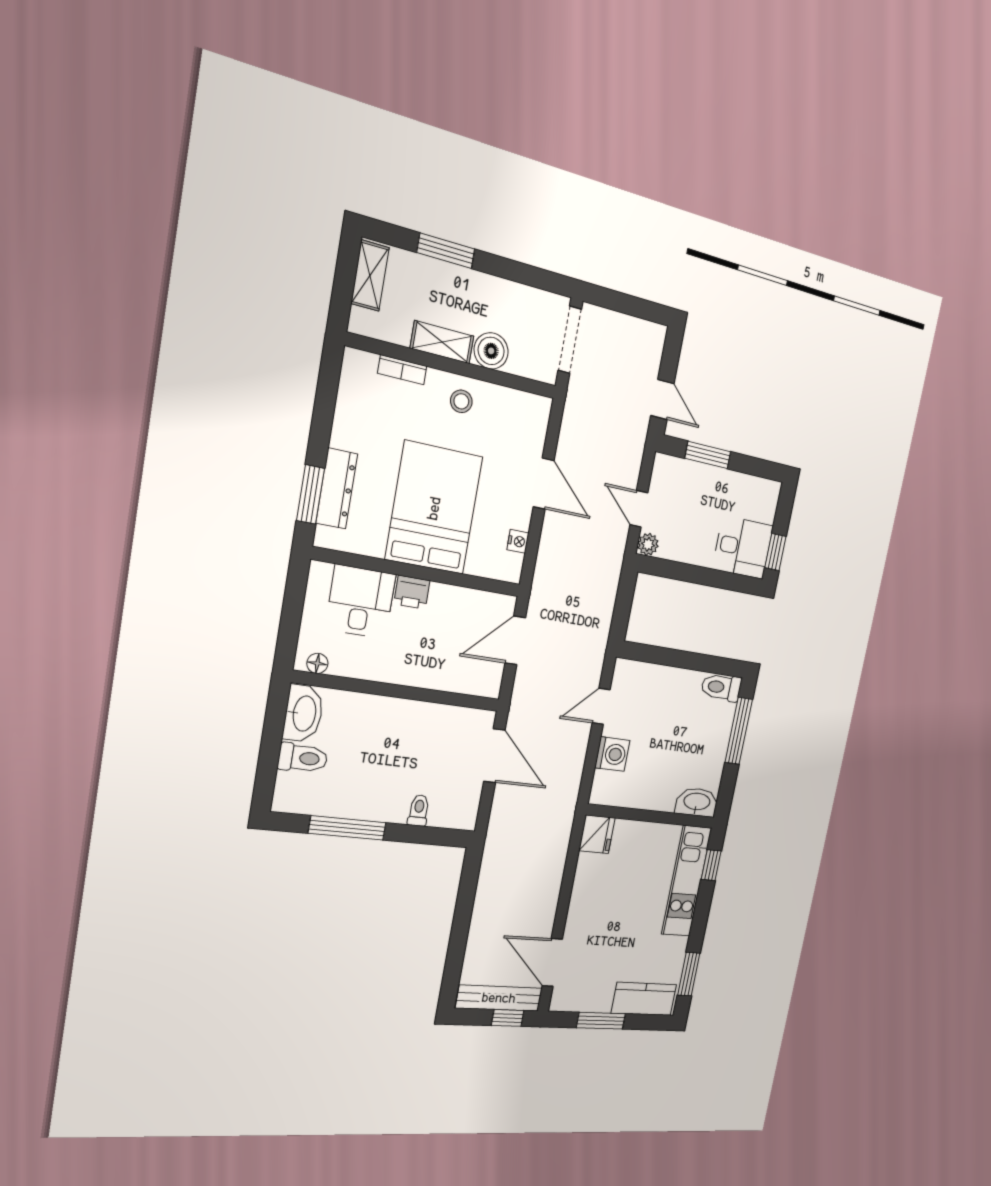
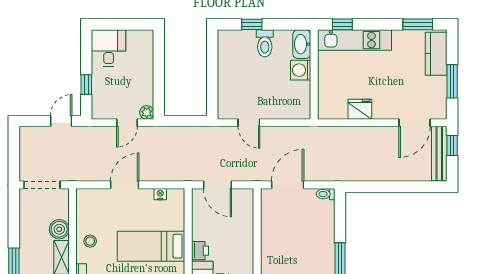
window: (708, 455) -> (86, 84), width x0.67
bed: (434, 508) -> (151, 246), width x0.67
desk: (743, 547) -> (109, 48), moved
window: (775, 552) -> (135, 24), removed
toilet: (721, 687) -> (265, 43), moved
window: (739, 731) -> (252, 24), width x0.46
washing machine: (612, 754) -> (301, 70), moved, turned -90
toilet: (419, 810) -> (326, 194), moved
fridge: (597, 834) -> (360, 109), moved

